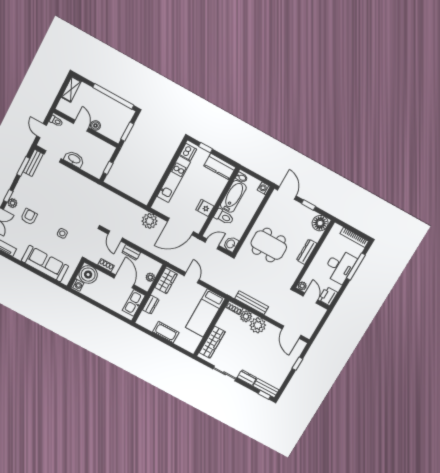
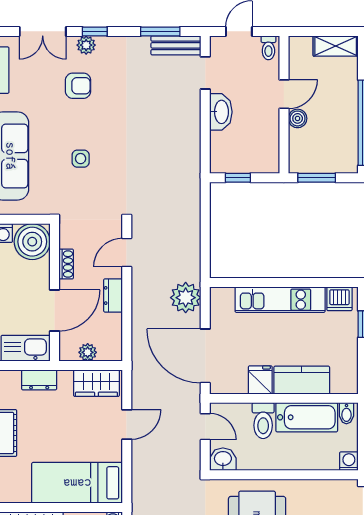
kitchen counter: (220, 167) -> (302, 380), moved, turned 90

